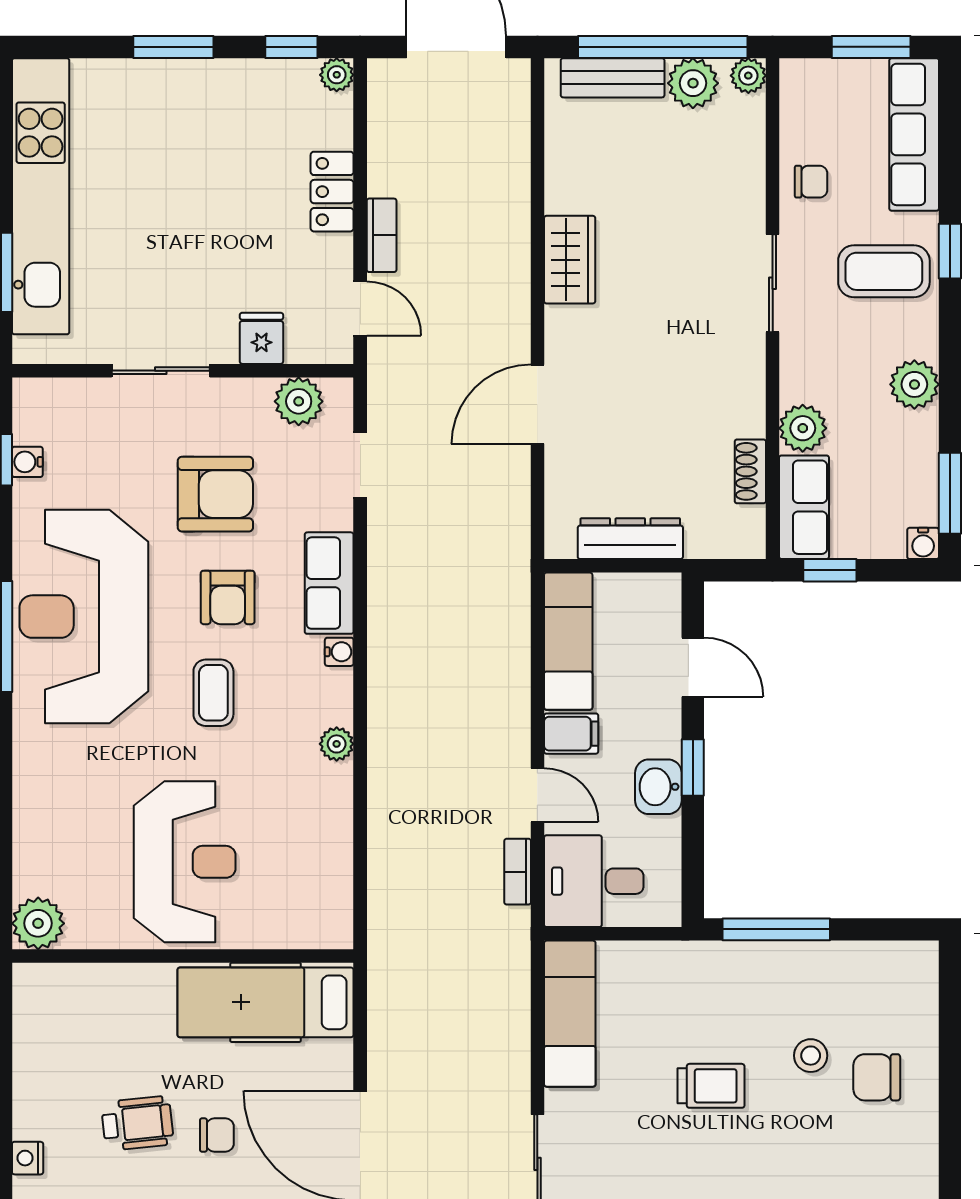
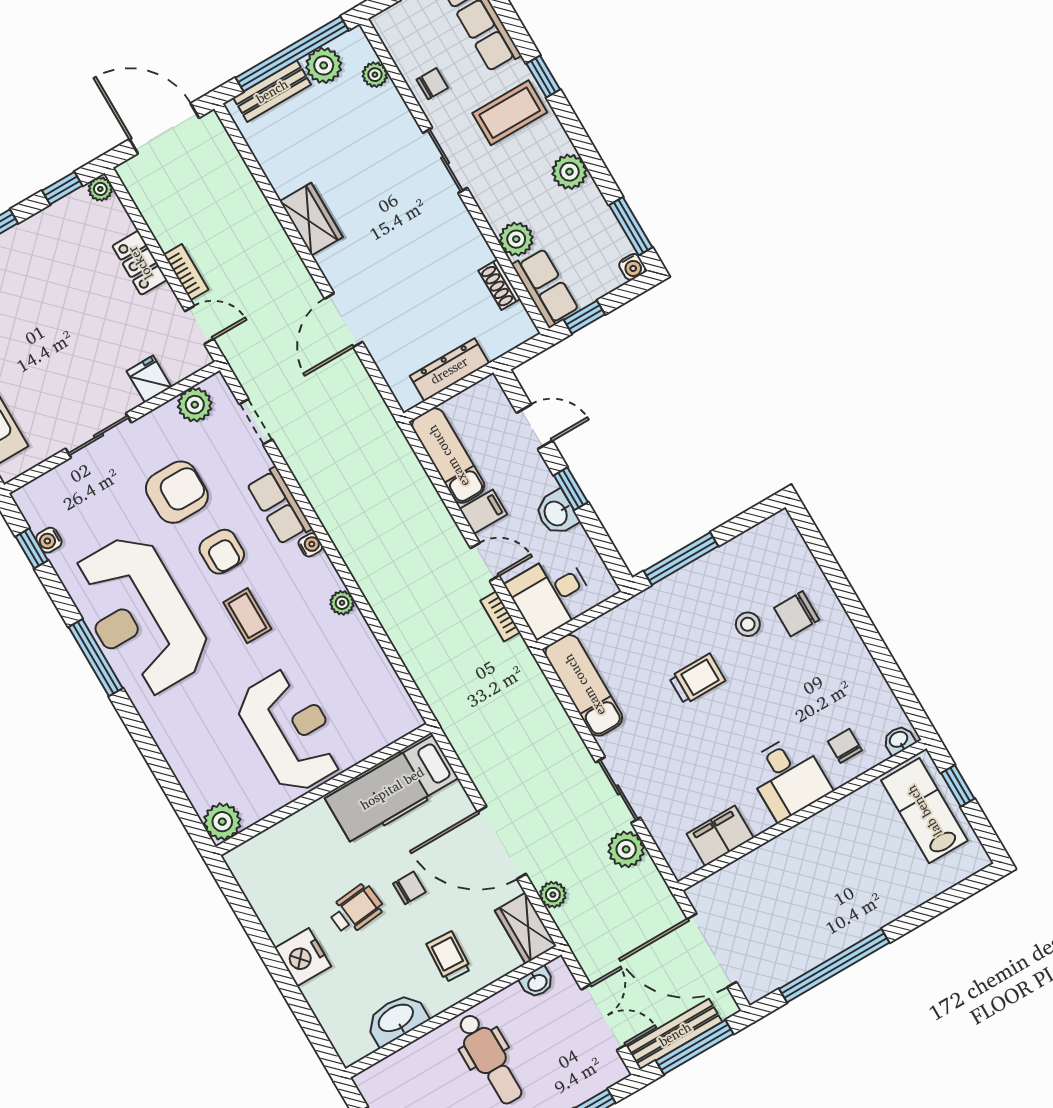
plant: (748, 76) -> (375, 75), moved
nightstand: (28, 1158) -> (303, 957), width x1.89, depth x1.79

